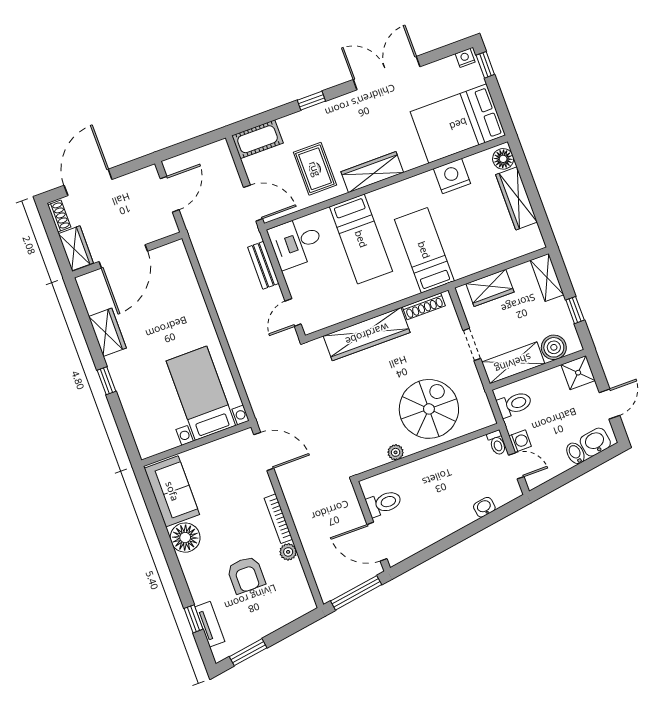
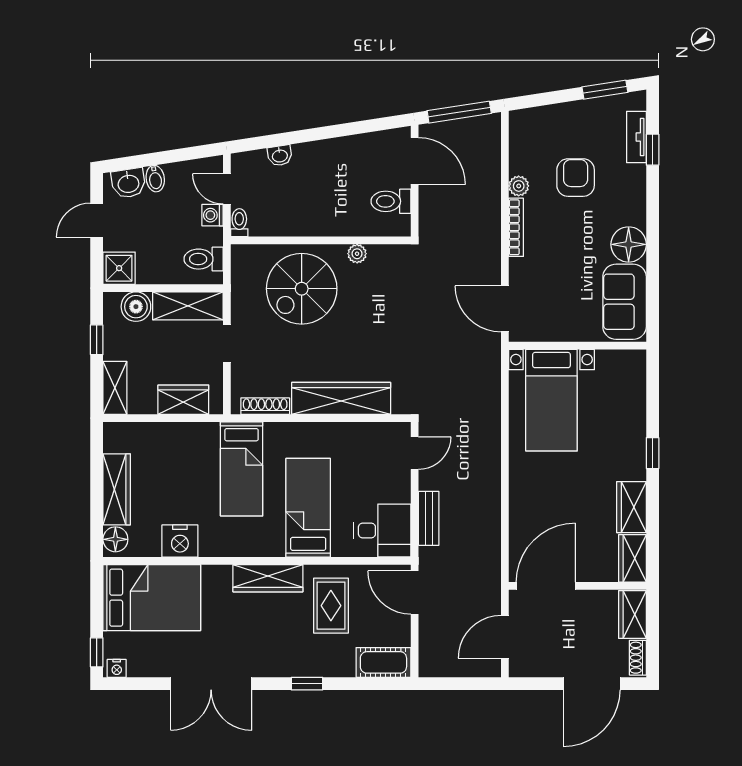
door: (123, 256) -> (546, 586), moved
wardrobe: (92, 292) -> (632, 558), added

